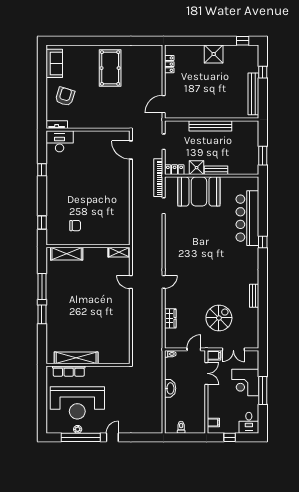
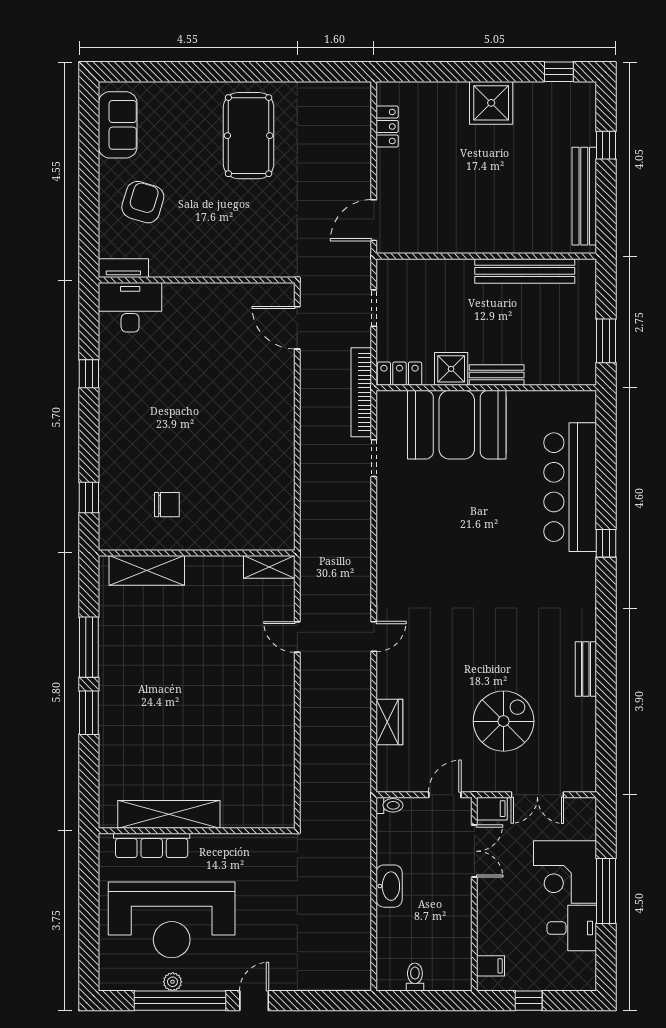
bench: (210, 126) -> (525, 271), moved
desk: (249, 423) -> (572, 928), moved, turned -90

